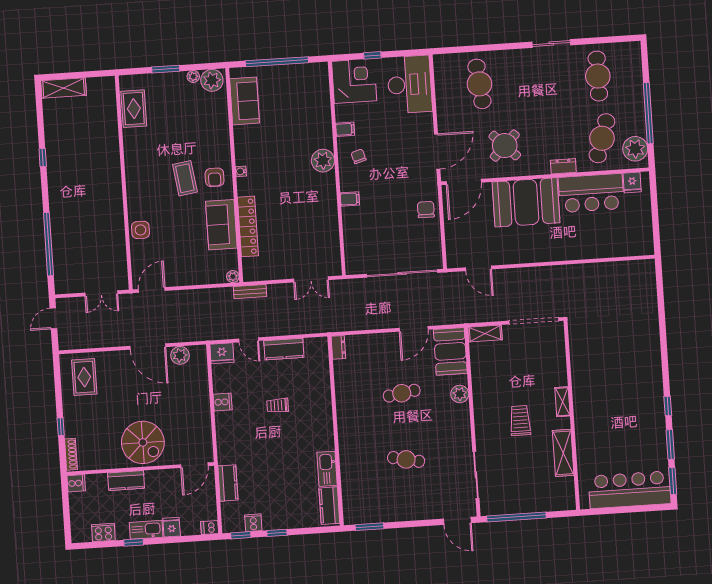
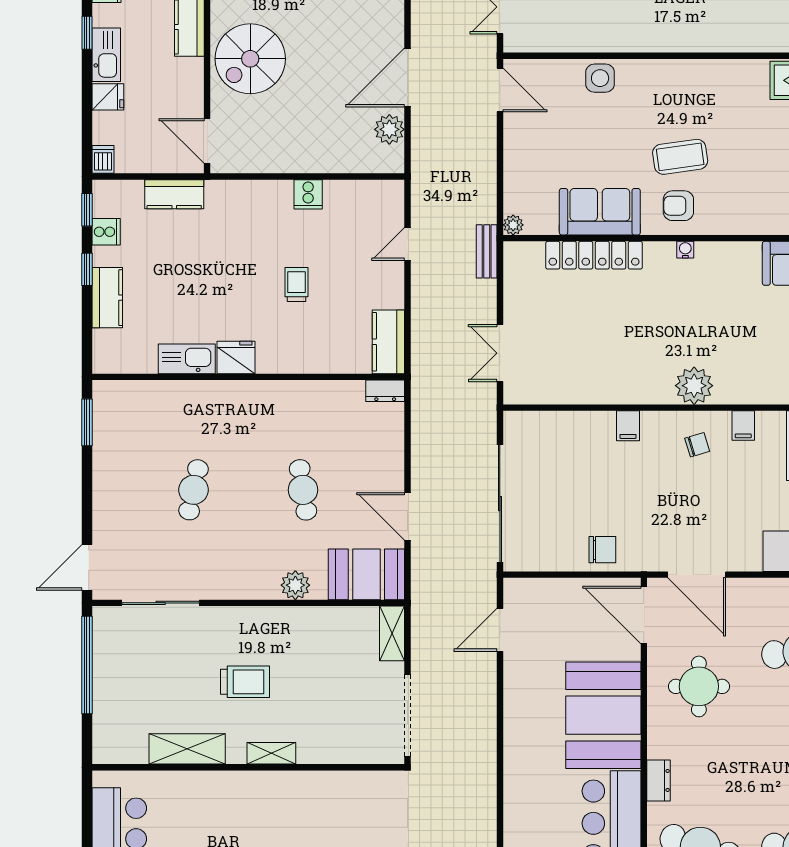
round table: (505, 146) -> (699, 686), turned 45
kitchen counter: (284, 349) -> (388, 342), moved
fridge: (222, 353) -> (236, 357), moved, turned 90
kitchen counter: (329, 506) -> (107, 298), moved, turned 90

